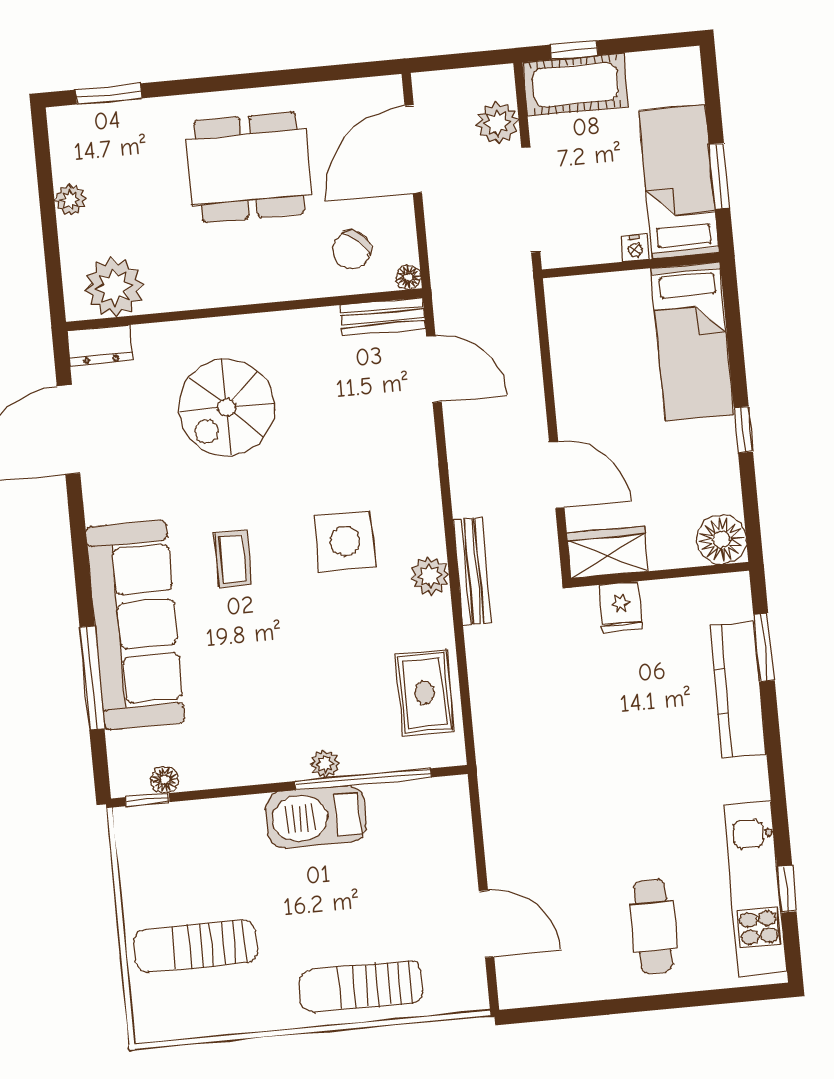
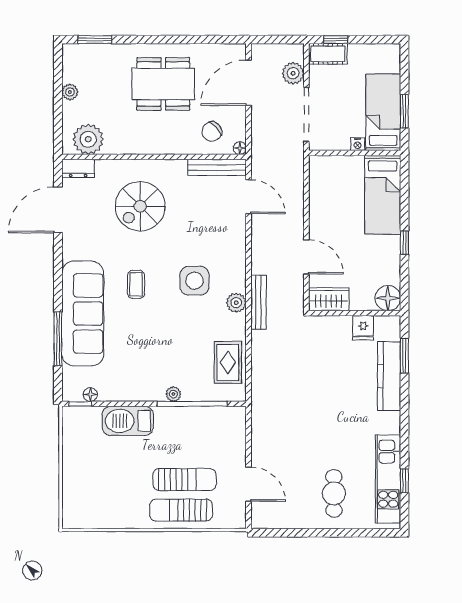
cot: (575, 85) -> (328, 54), width x0.73, depth x0.75
bench: (383, 317) -> (217, 167), width x1.36
fridge: (621, 607) -> (363, 328), moved
barbecue: (316, 817) -> (128, 421), moved
sun lounger: (195, 946) -> (184, 480), moved, turned 180

